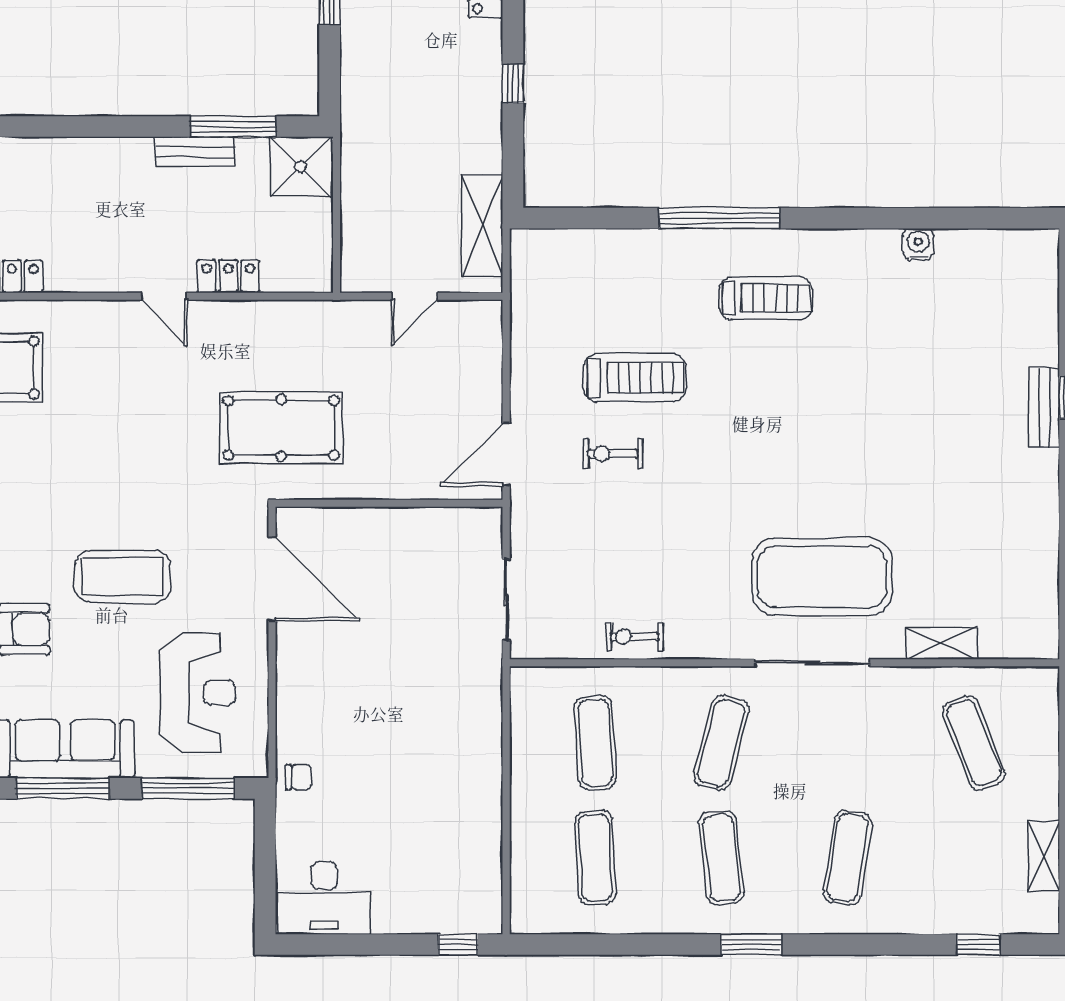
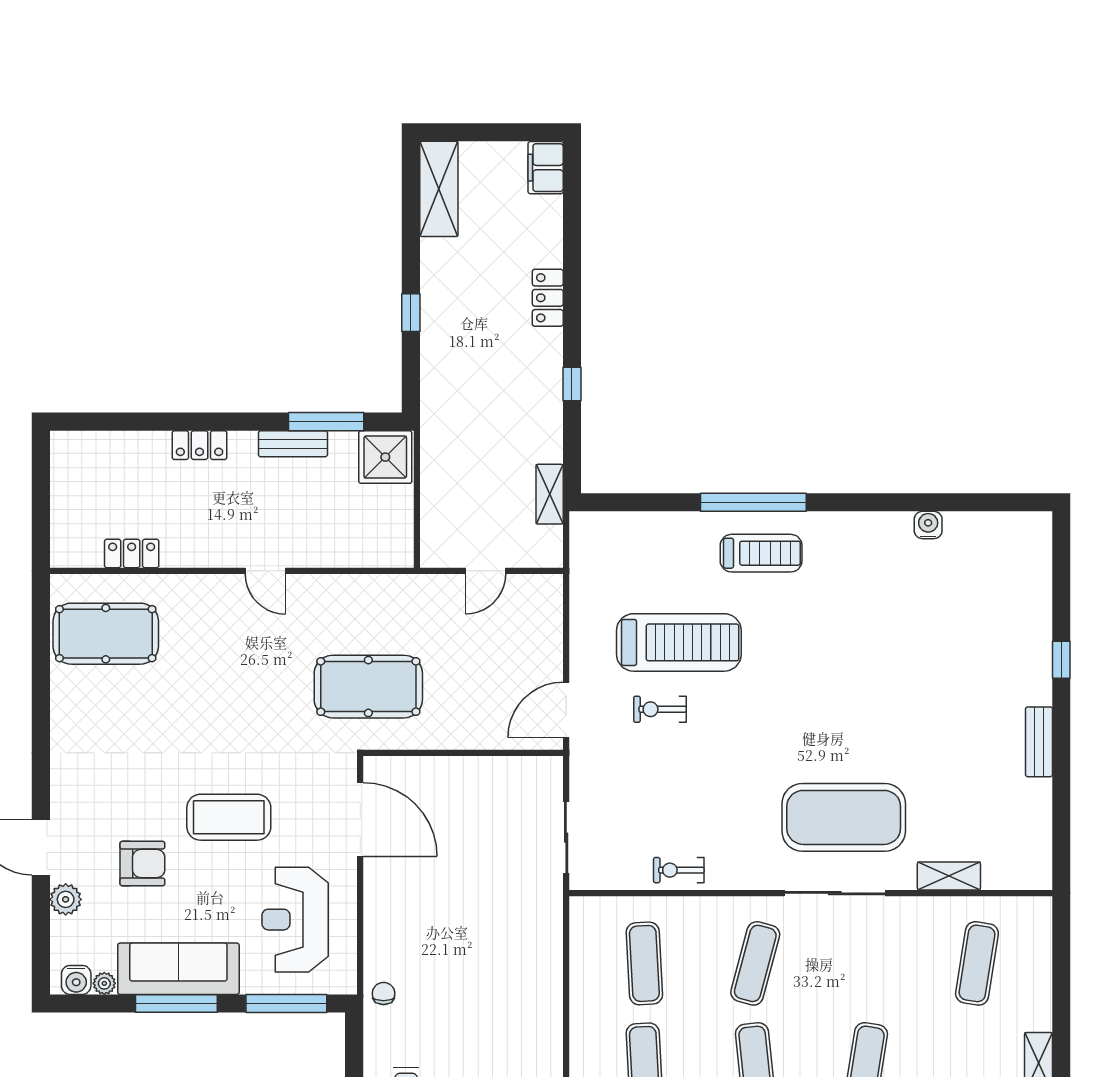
shelving: (482, 226) -> (550, 494), width x0.67, depth x0.75
locker: (228, 276) -> (200, 445), moved, turned 180
treadmill: (766, 298) -> (761, 553), moved
treadmill: (635, 378) -> (679, 642), width x1.37, depth x1.37
bench: (1044, 407) -> (1039, 742), moved
reception desk: (198, 693) -> (295, 920), turned 180
exercise mat: (974, 743) -> (977, 963), turned 30
chair: (299, 777) -> (384, 994), turned -90

